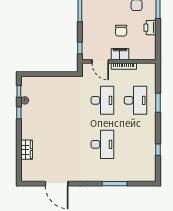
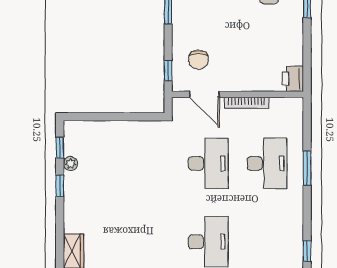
printer: (150, 28) -> (293, 79), moved
chair: (121, 31) -> (198, 60), moved
filing cabinet: (120, 54) -> (239, 81), removed

